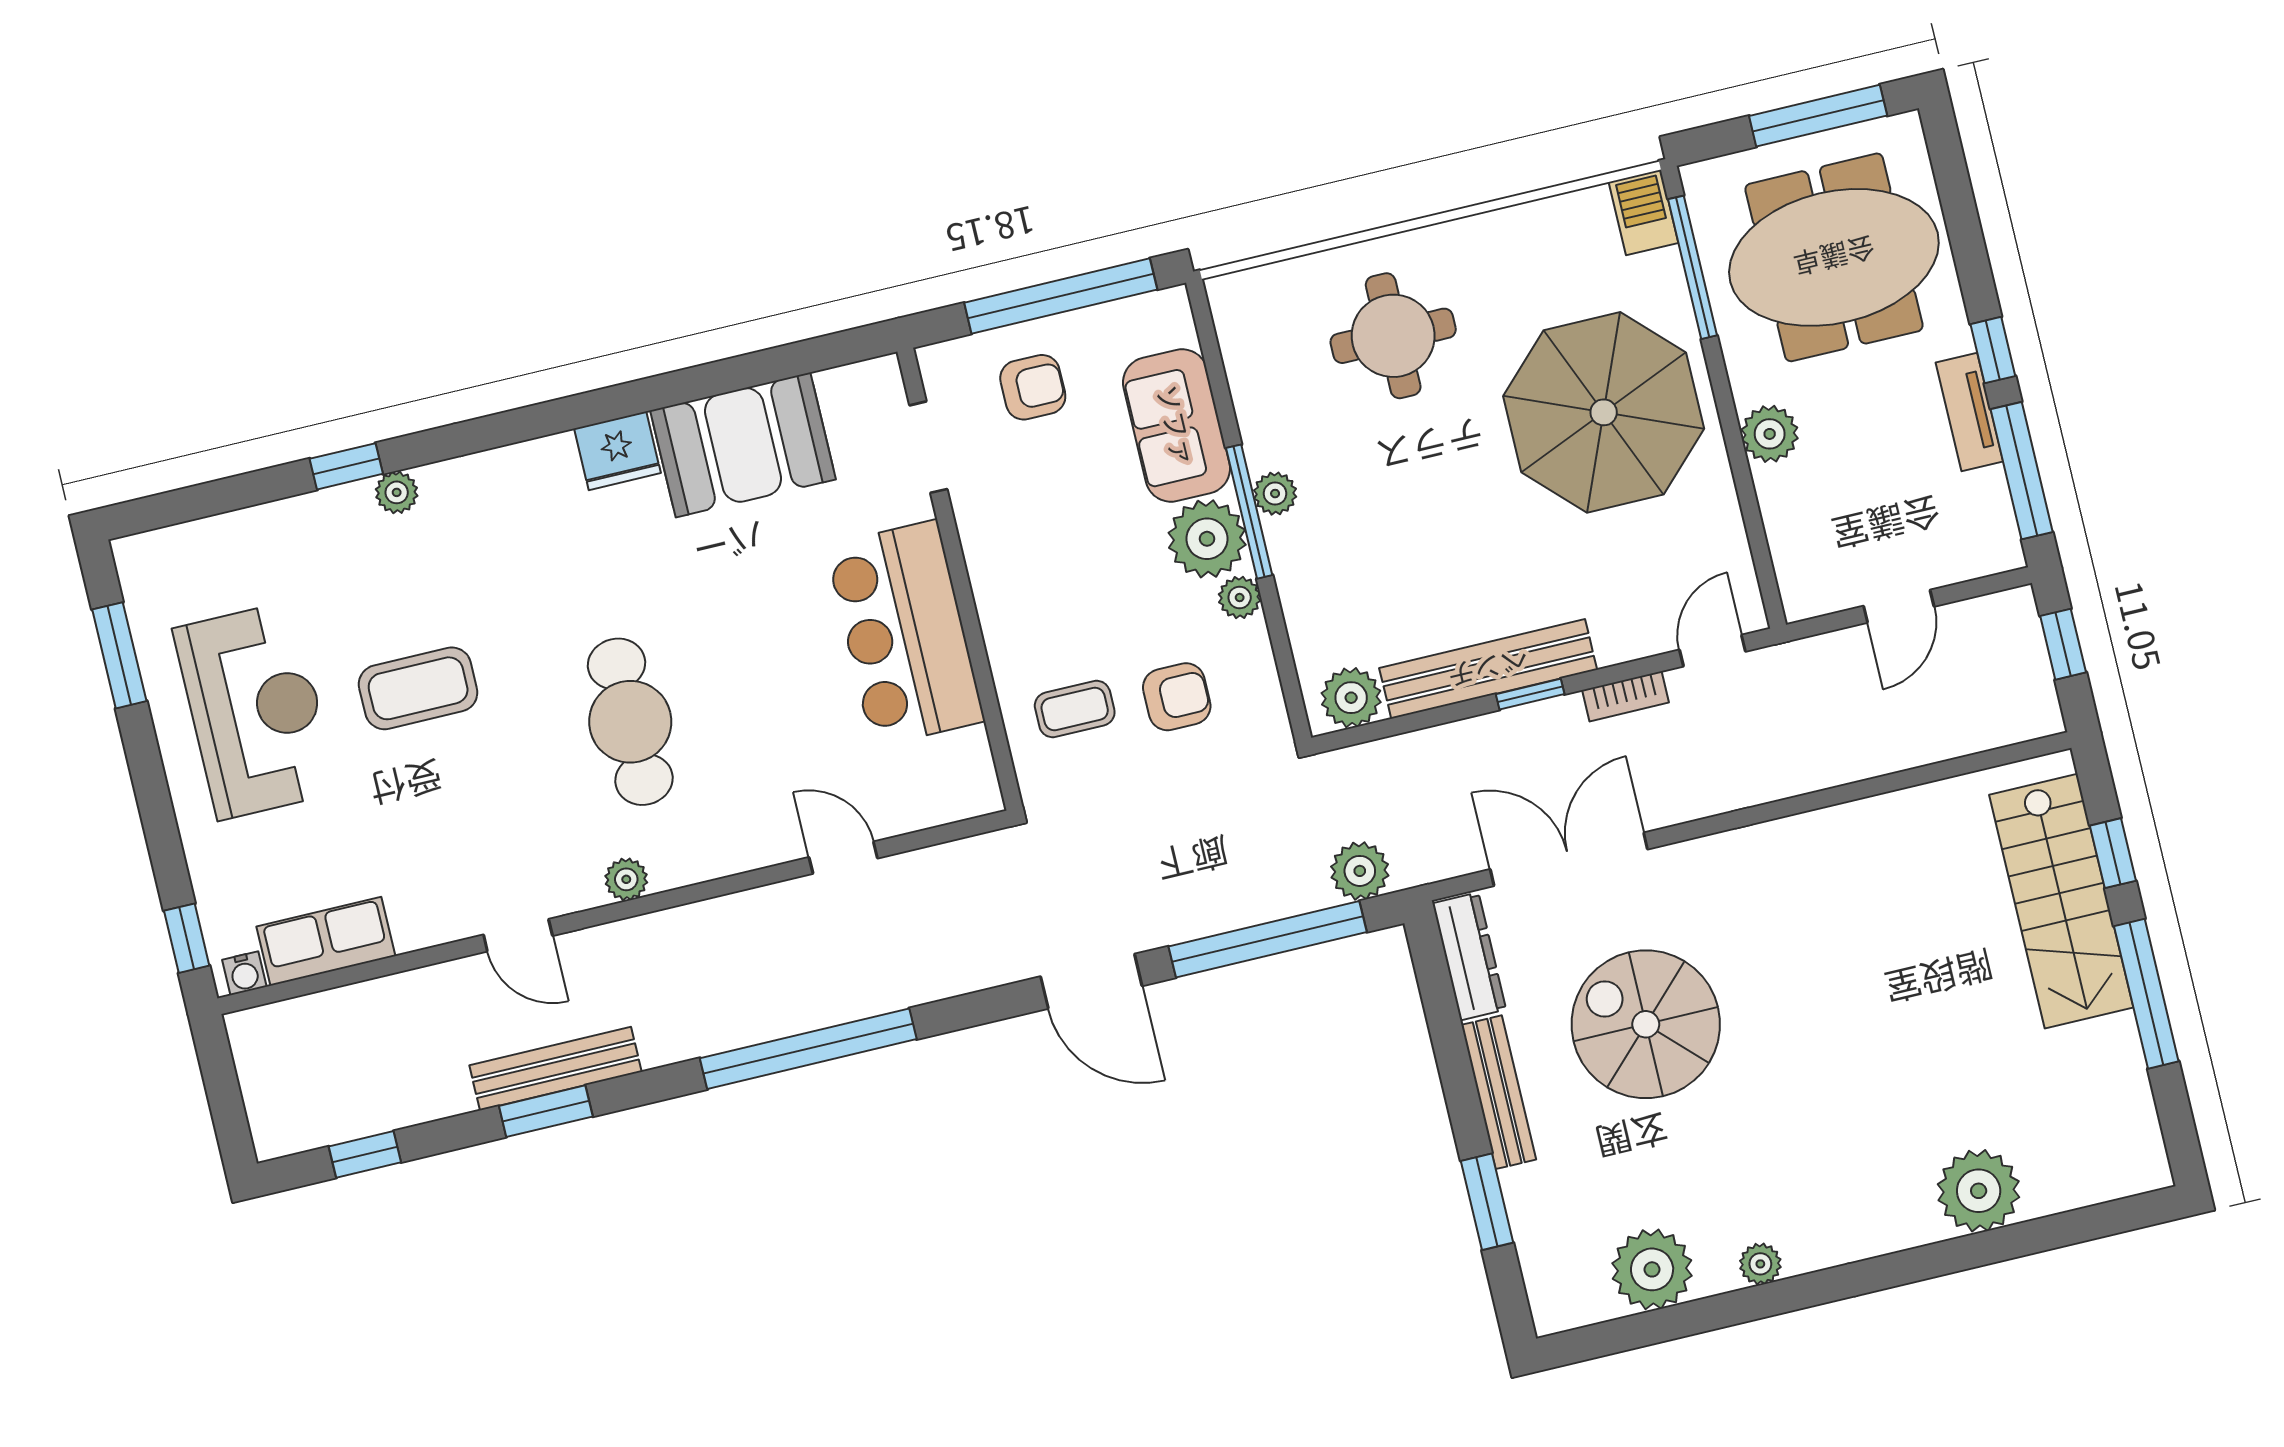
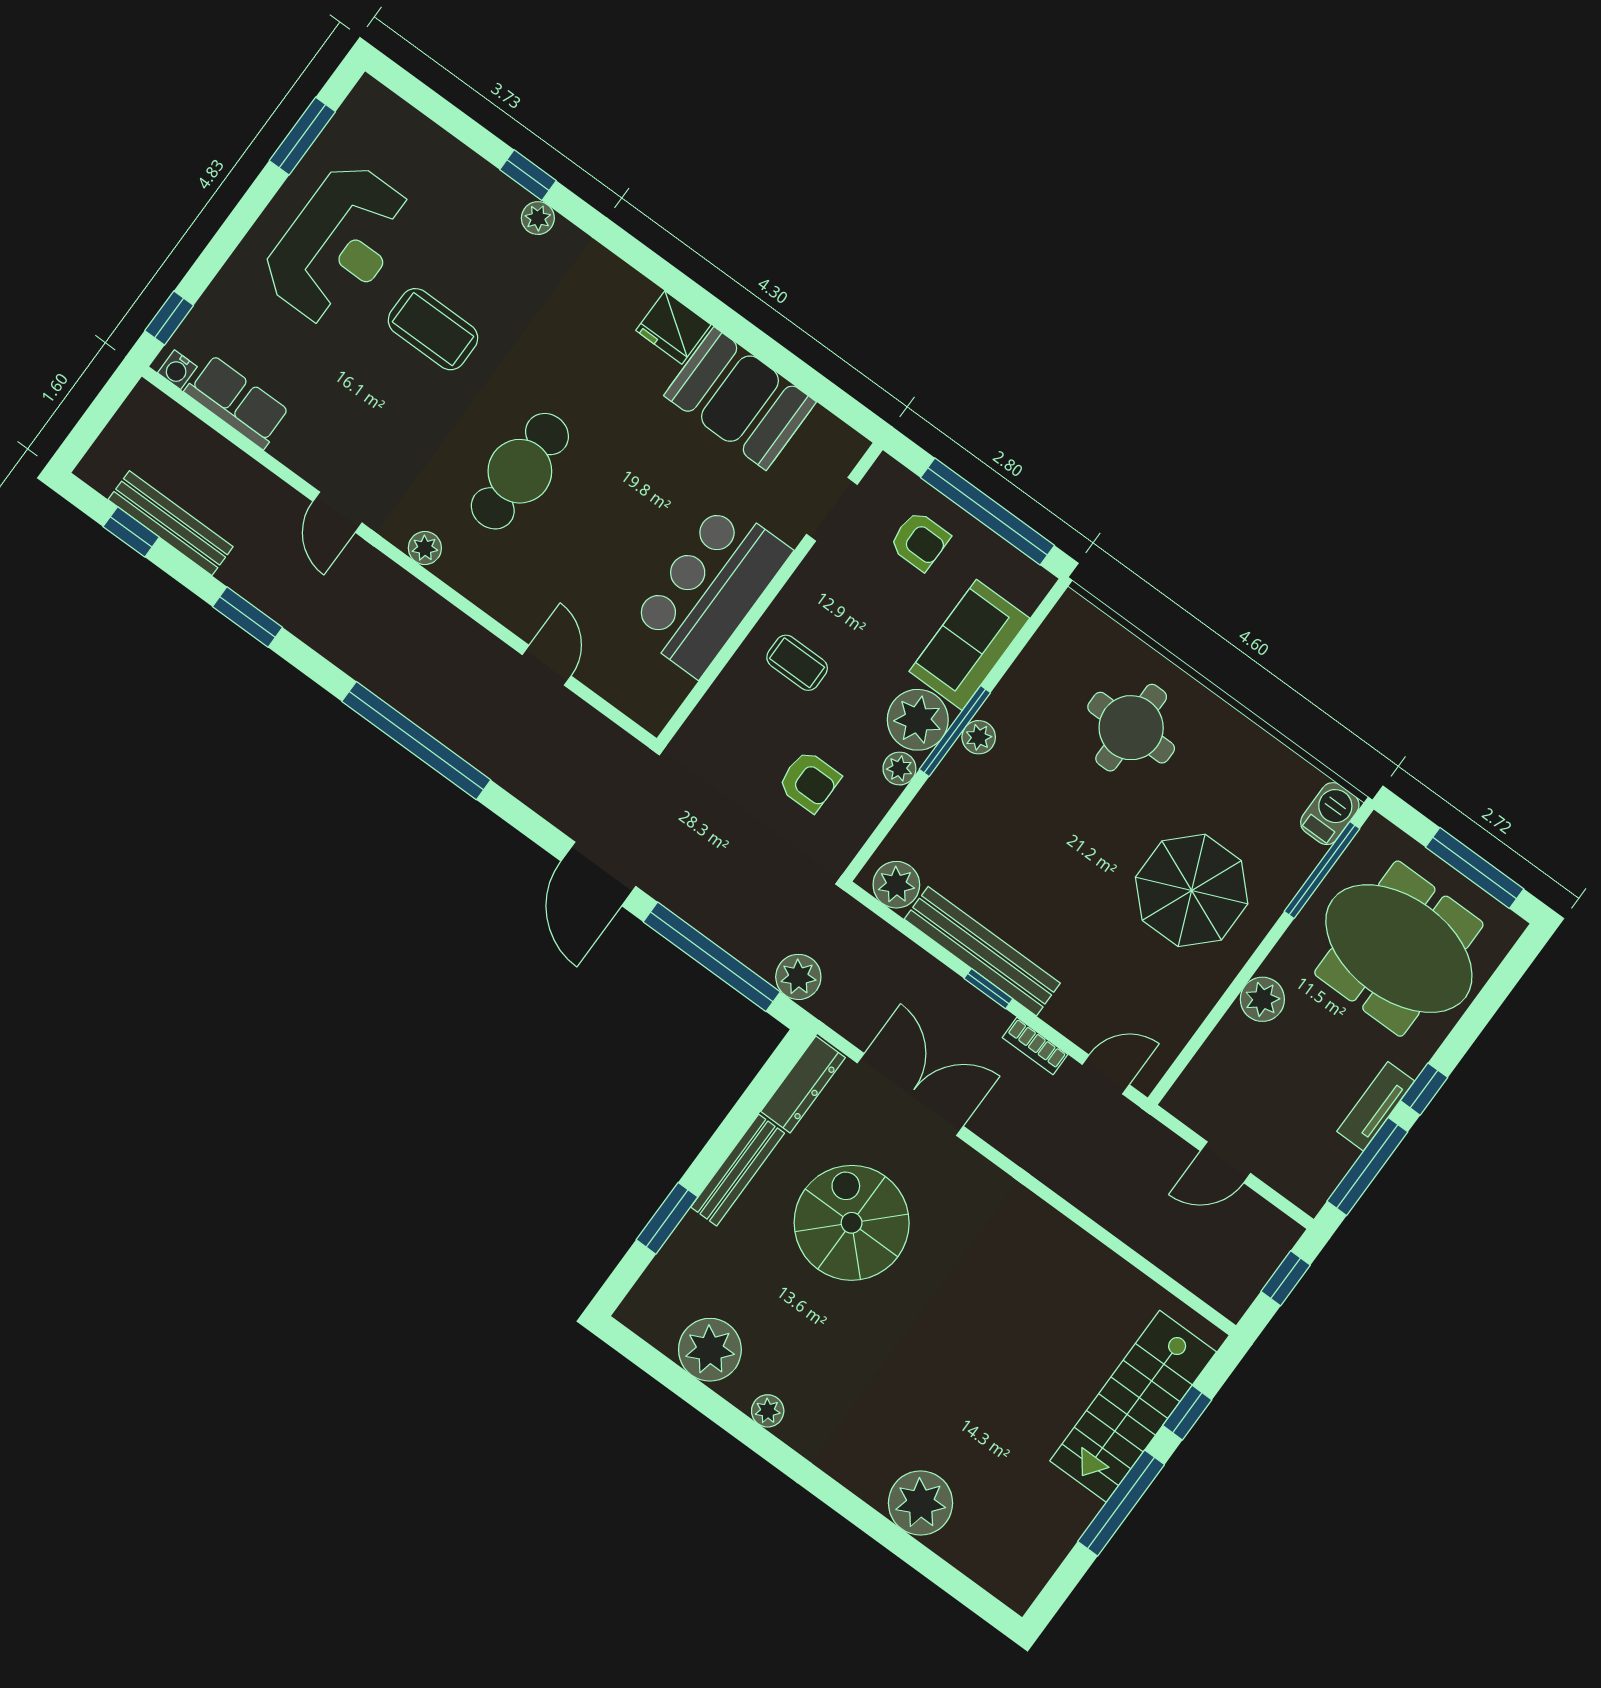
parasol: (1604, 412) -> (1192, 890), width x0.73, depth x0.73
coffee table: (1075, 709) -> (797, 663), moved
bench: (556, 1069) -> (171, 523), moved

